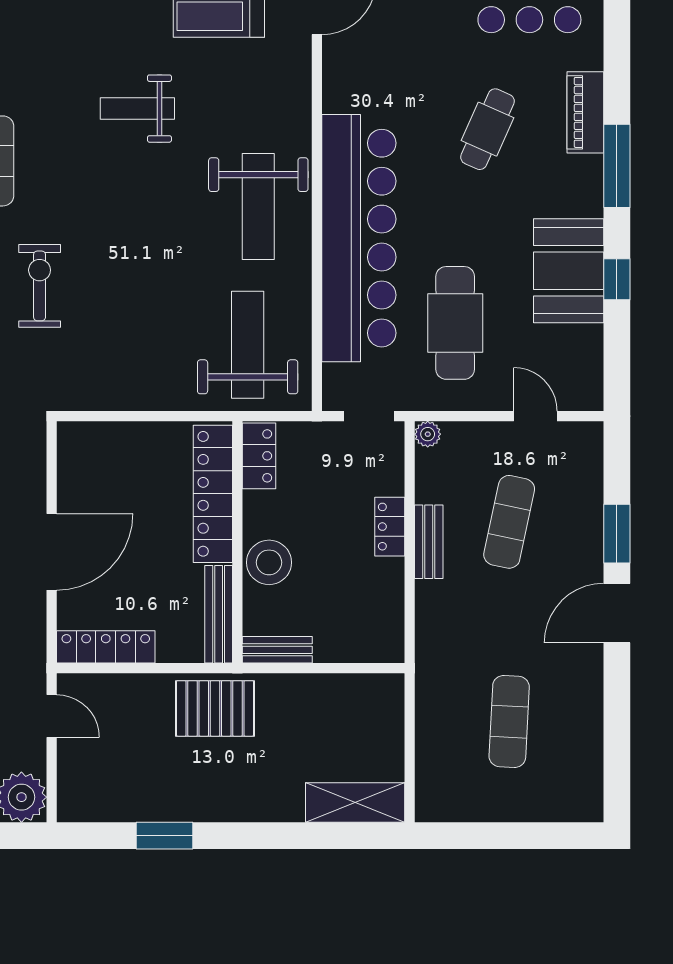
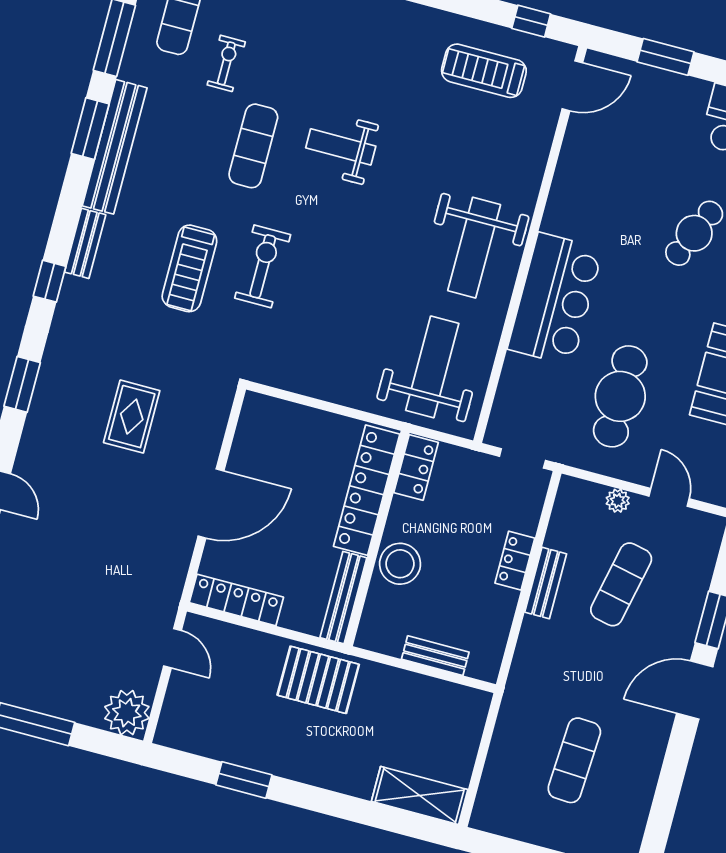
weight bench: (137, 109) -> (341, 147), moved
bar counter: (359, 238) -> (555, 299), width x0.54
plant: (428, 434) -> (618, 501), moved
bench: (277, 650) -> (435, 656), moved

